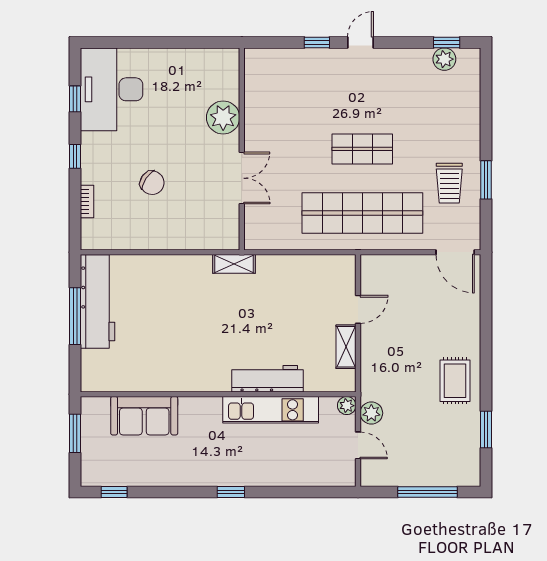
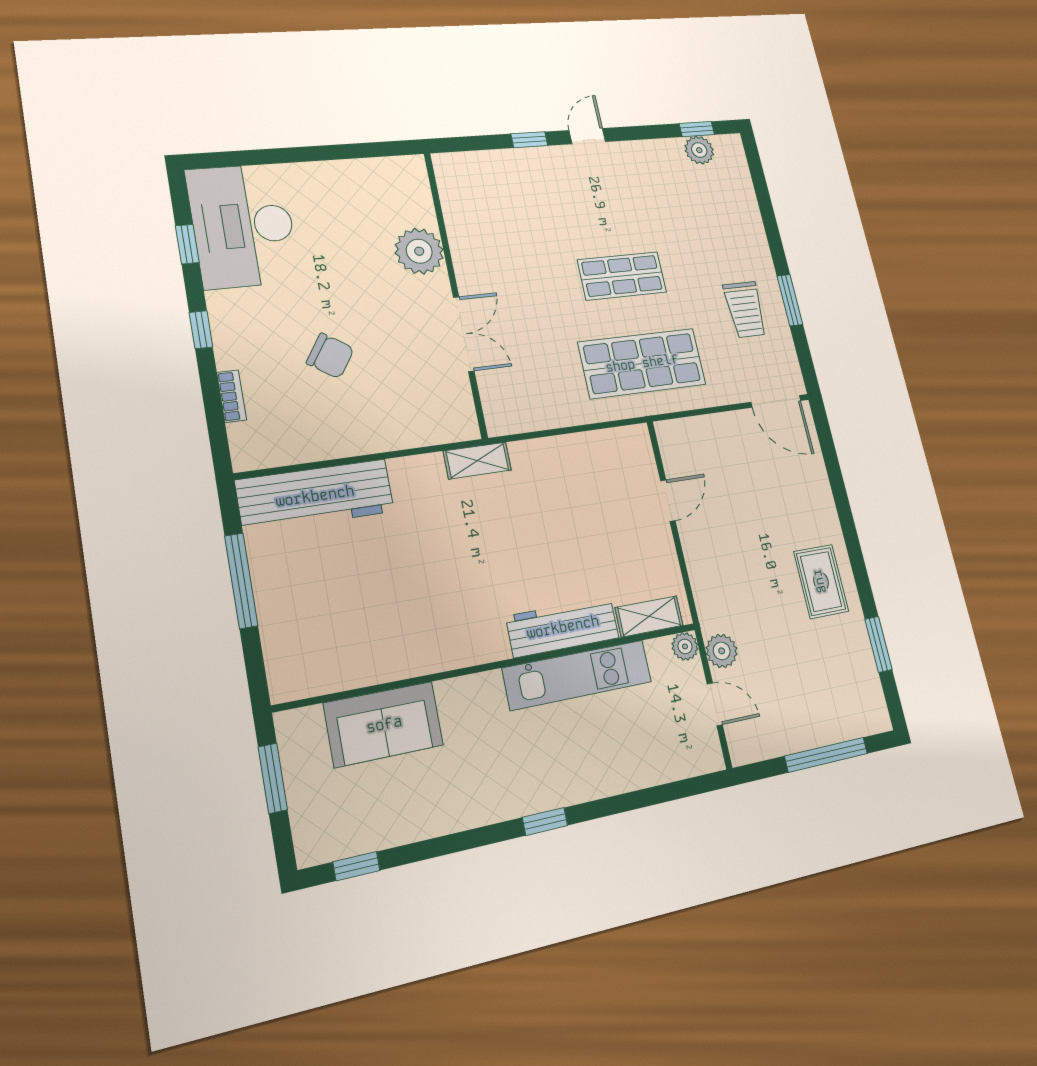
shop shelf: (362, 213) -> (642, 363), width x0.71
workbench: (98, 302) -> (315, 496), moved, turned 90
shelving: (346, 347) -> (649, 616), moved, turned 90

